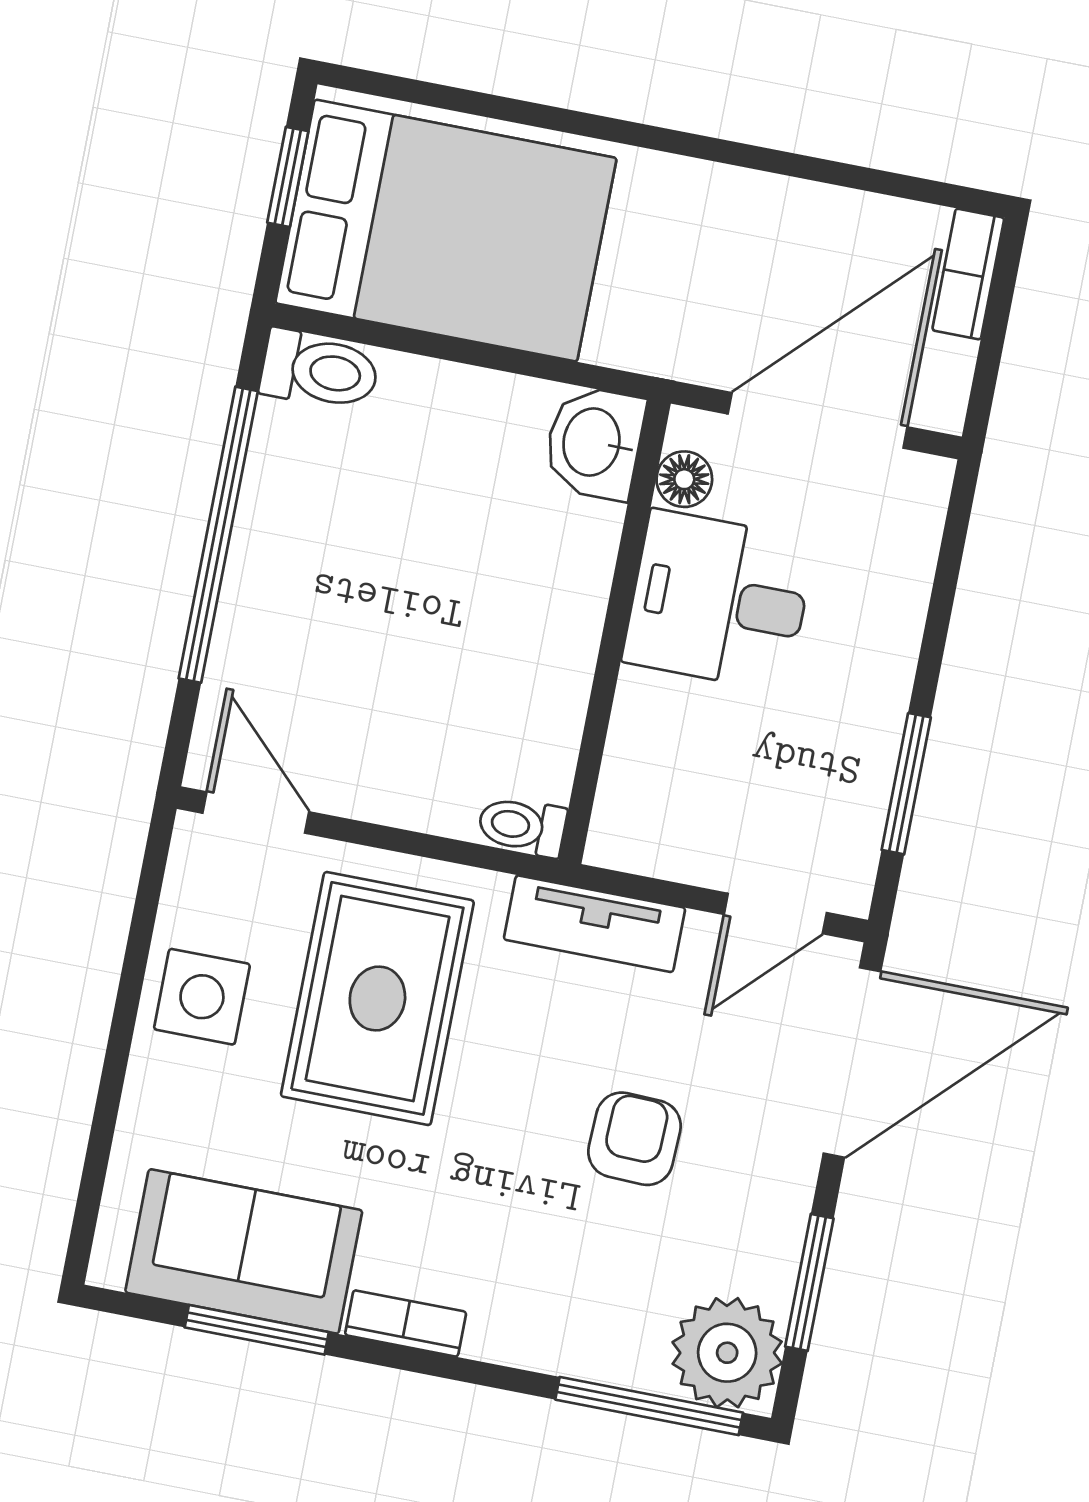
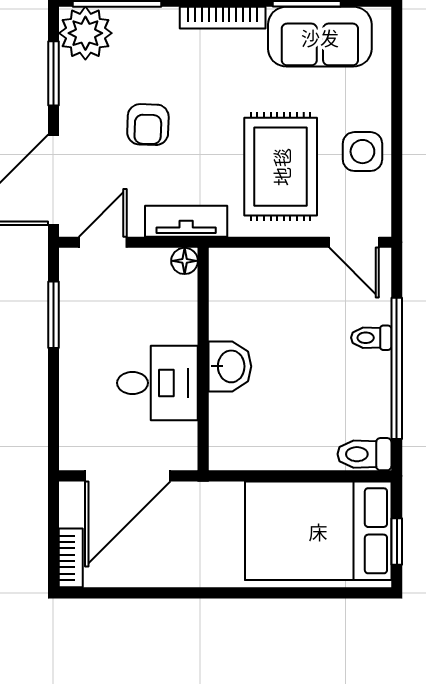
washbasin: (594, 443) -> (230, 366), moved
floor lamp: (684, 479) -> (185, 261), moved
toilet: (522, 826) -> (371, 338), moved, turned 180
bookcase: (406, 1323) -> (223, 18), width x1.56

